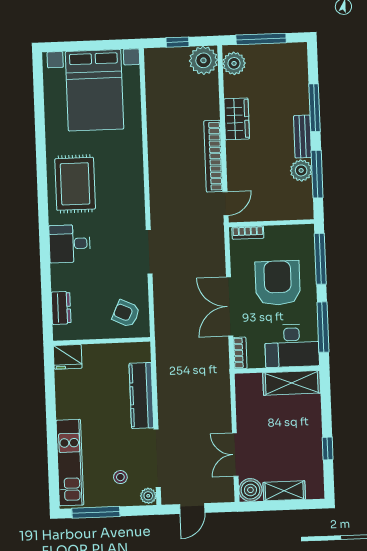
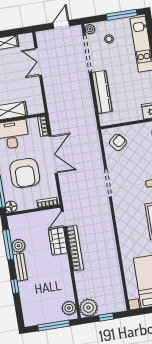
window: (314, 108) -> (15, 286), width x0.46
wardrobe: (237, 119) -> (58, 241), moved
floor lamp: (305, 233) -> (11, 207), added
armchair: (126, 313) -> (118, 142), turned -64
double door: (235, 455) -> (38, 62), swing flipped
boiler: (250, 490) -> (26, 41), removed

